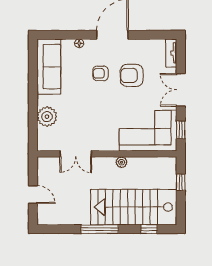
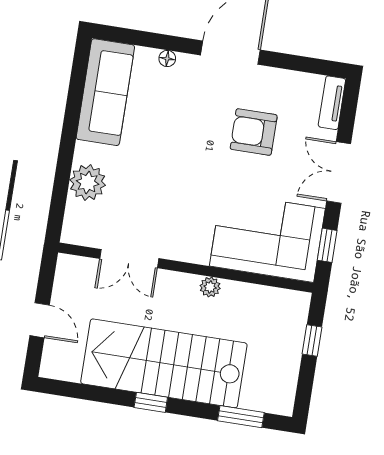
armchair: (101, 73) -> (198, 119), removed
stairs: (134, 207) -> (164, 363), moved
window: (100, 229) -> (151, 402), width x0.46
window: (149, 229) -> (241, 417), width x1.50

